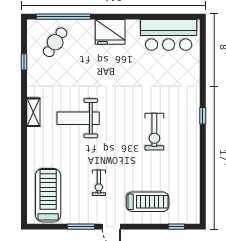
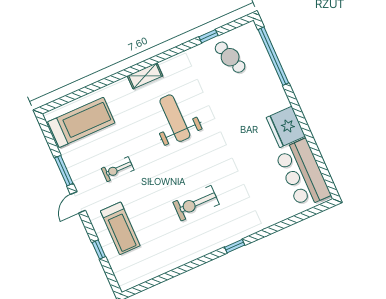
fridge: (110, 32) -> (286, 127), moved
cafe table: (55, 42) -> (230, 57), moved, turned 37
shelving: (33, 112) -> (145, 76), moved
window: (176, 227) -> (99, 250), moved

